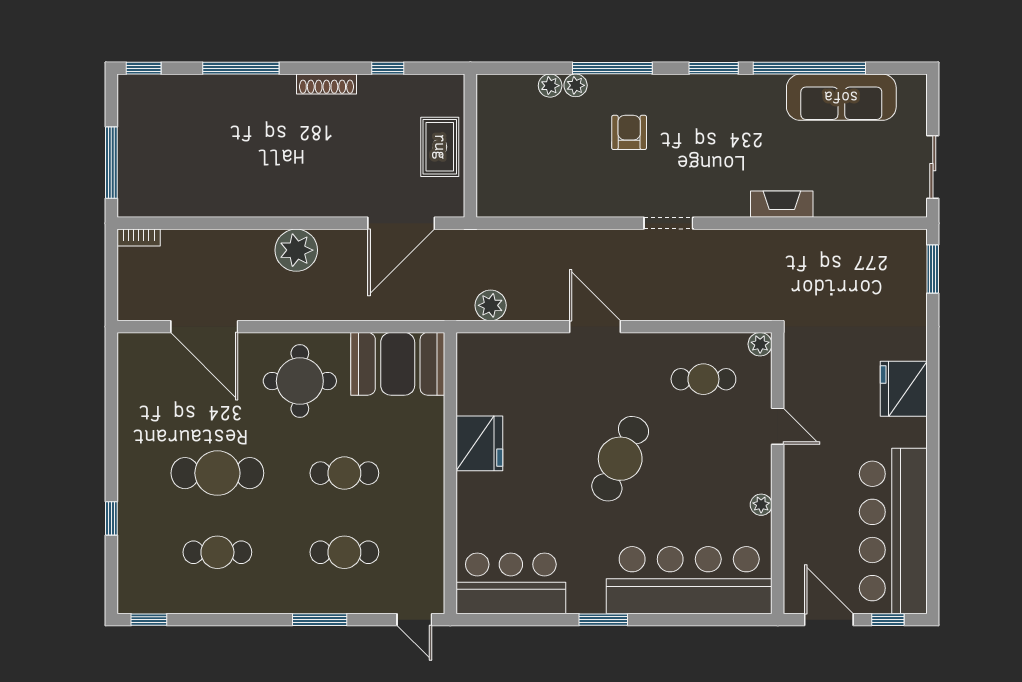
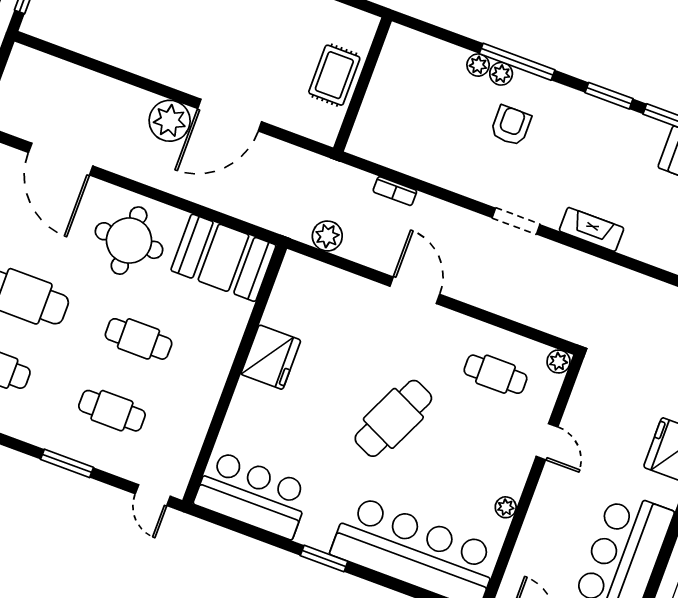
plant: (550, 86) -> (501, 74), moved
fireplace: (782, 204) -> (592, 229), moved
door: (401, 223) -> (230, 115), moved
bookcase: (139, 238) -> (395, 191), moved

